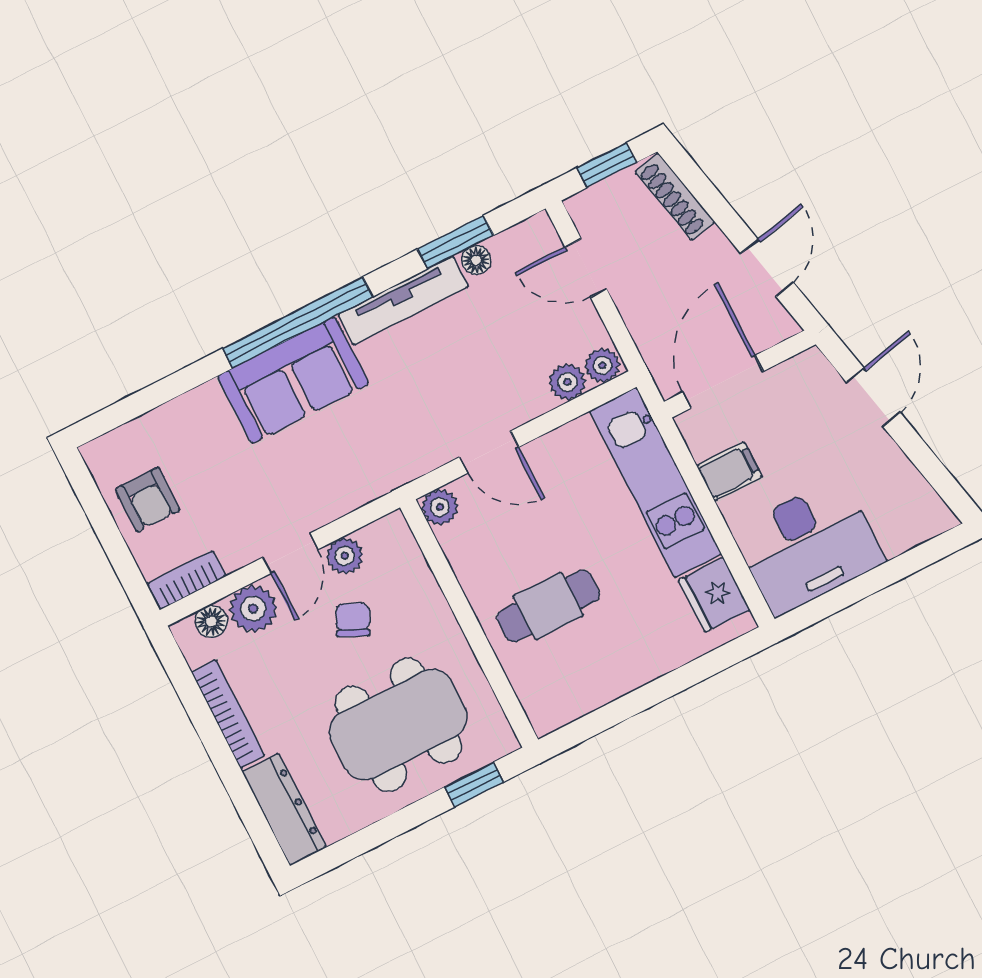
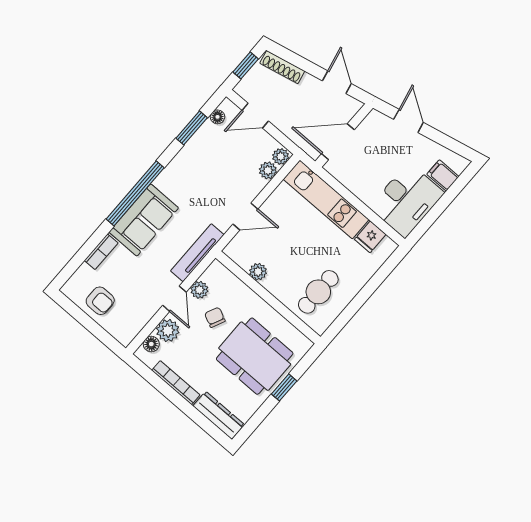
floor lamp: (476, 260) -> (217, 117), moved
tv unit: (403, 301) -> (197, 253), moved, turned 180
door: (723, 382) -> (338, 142), hinge flipped
filing cabinet: (729, 471) -> (443, 175), moved, turned -90
plant: (440, 507) -> (258, 272), moved
bookcase: (187, 580) -> (101, 252), moved, turned 180
fridge: (714, 595) -> (370, 237), width x0.72
cafe table: (548, 606) -> (318, 292), moved
dining table: (398, 725) -> (255, 356), turned 90
window: (474, 785) -> (284, 387), moved

